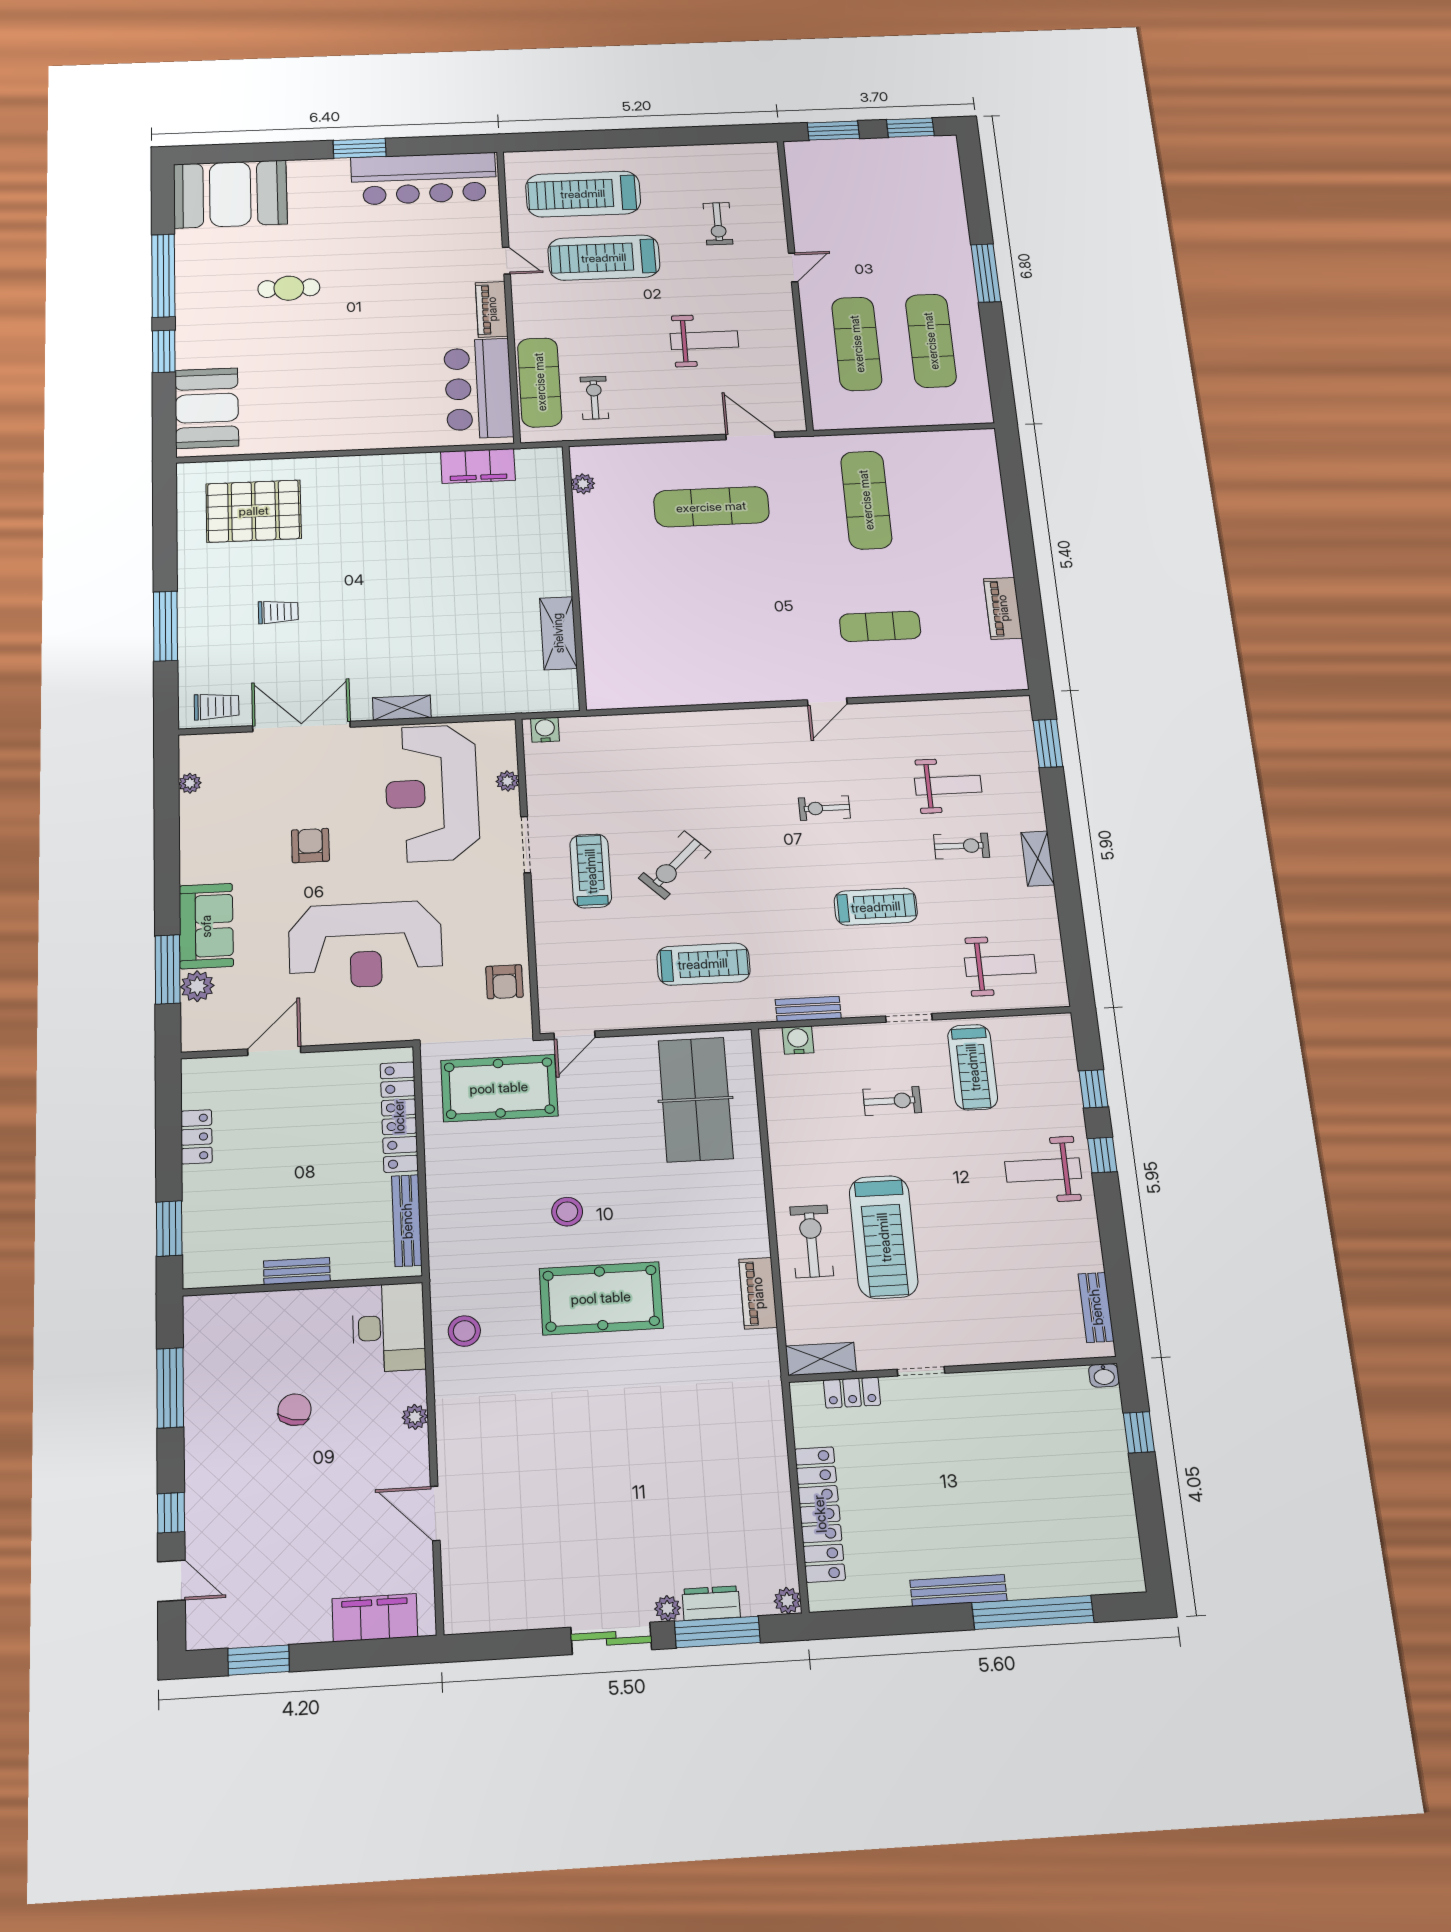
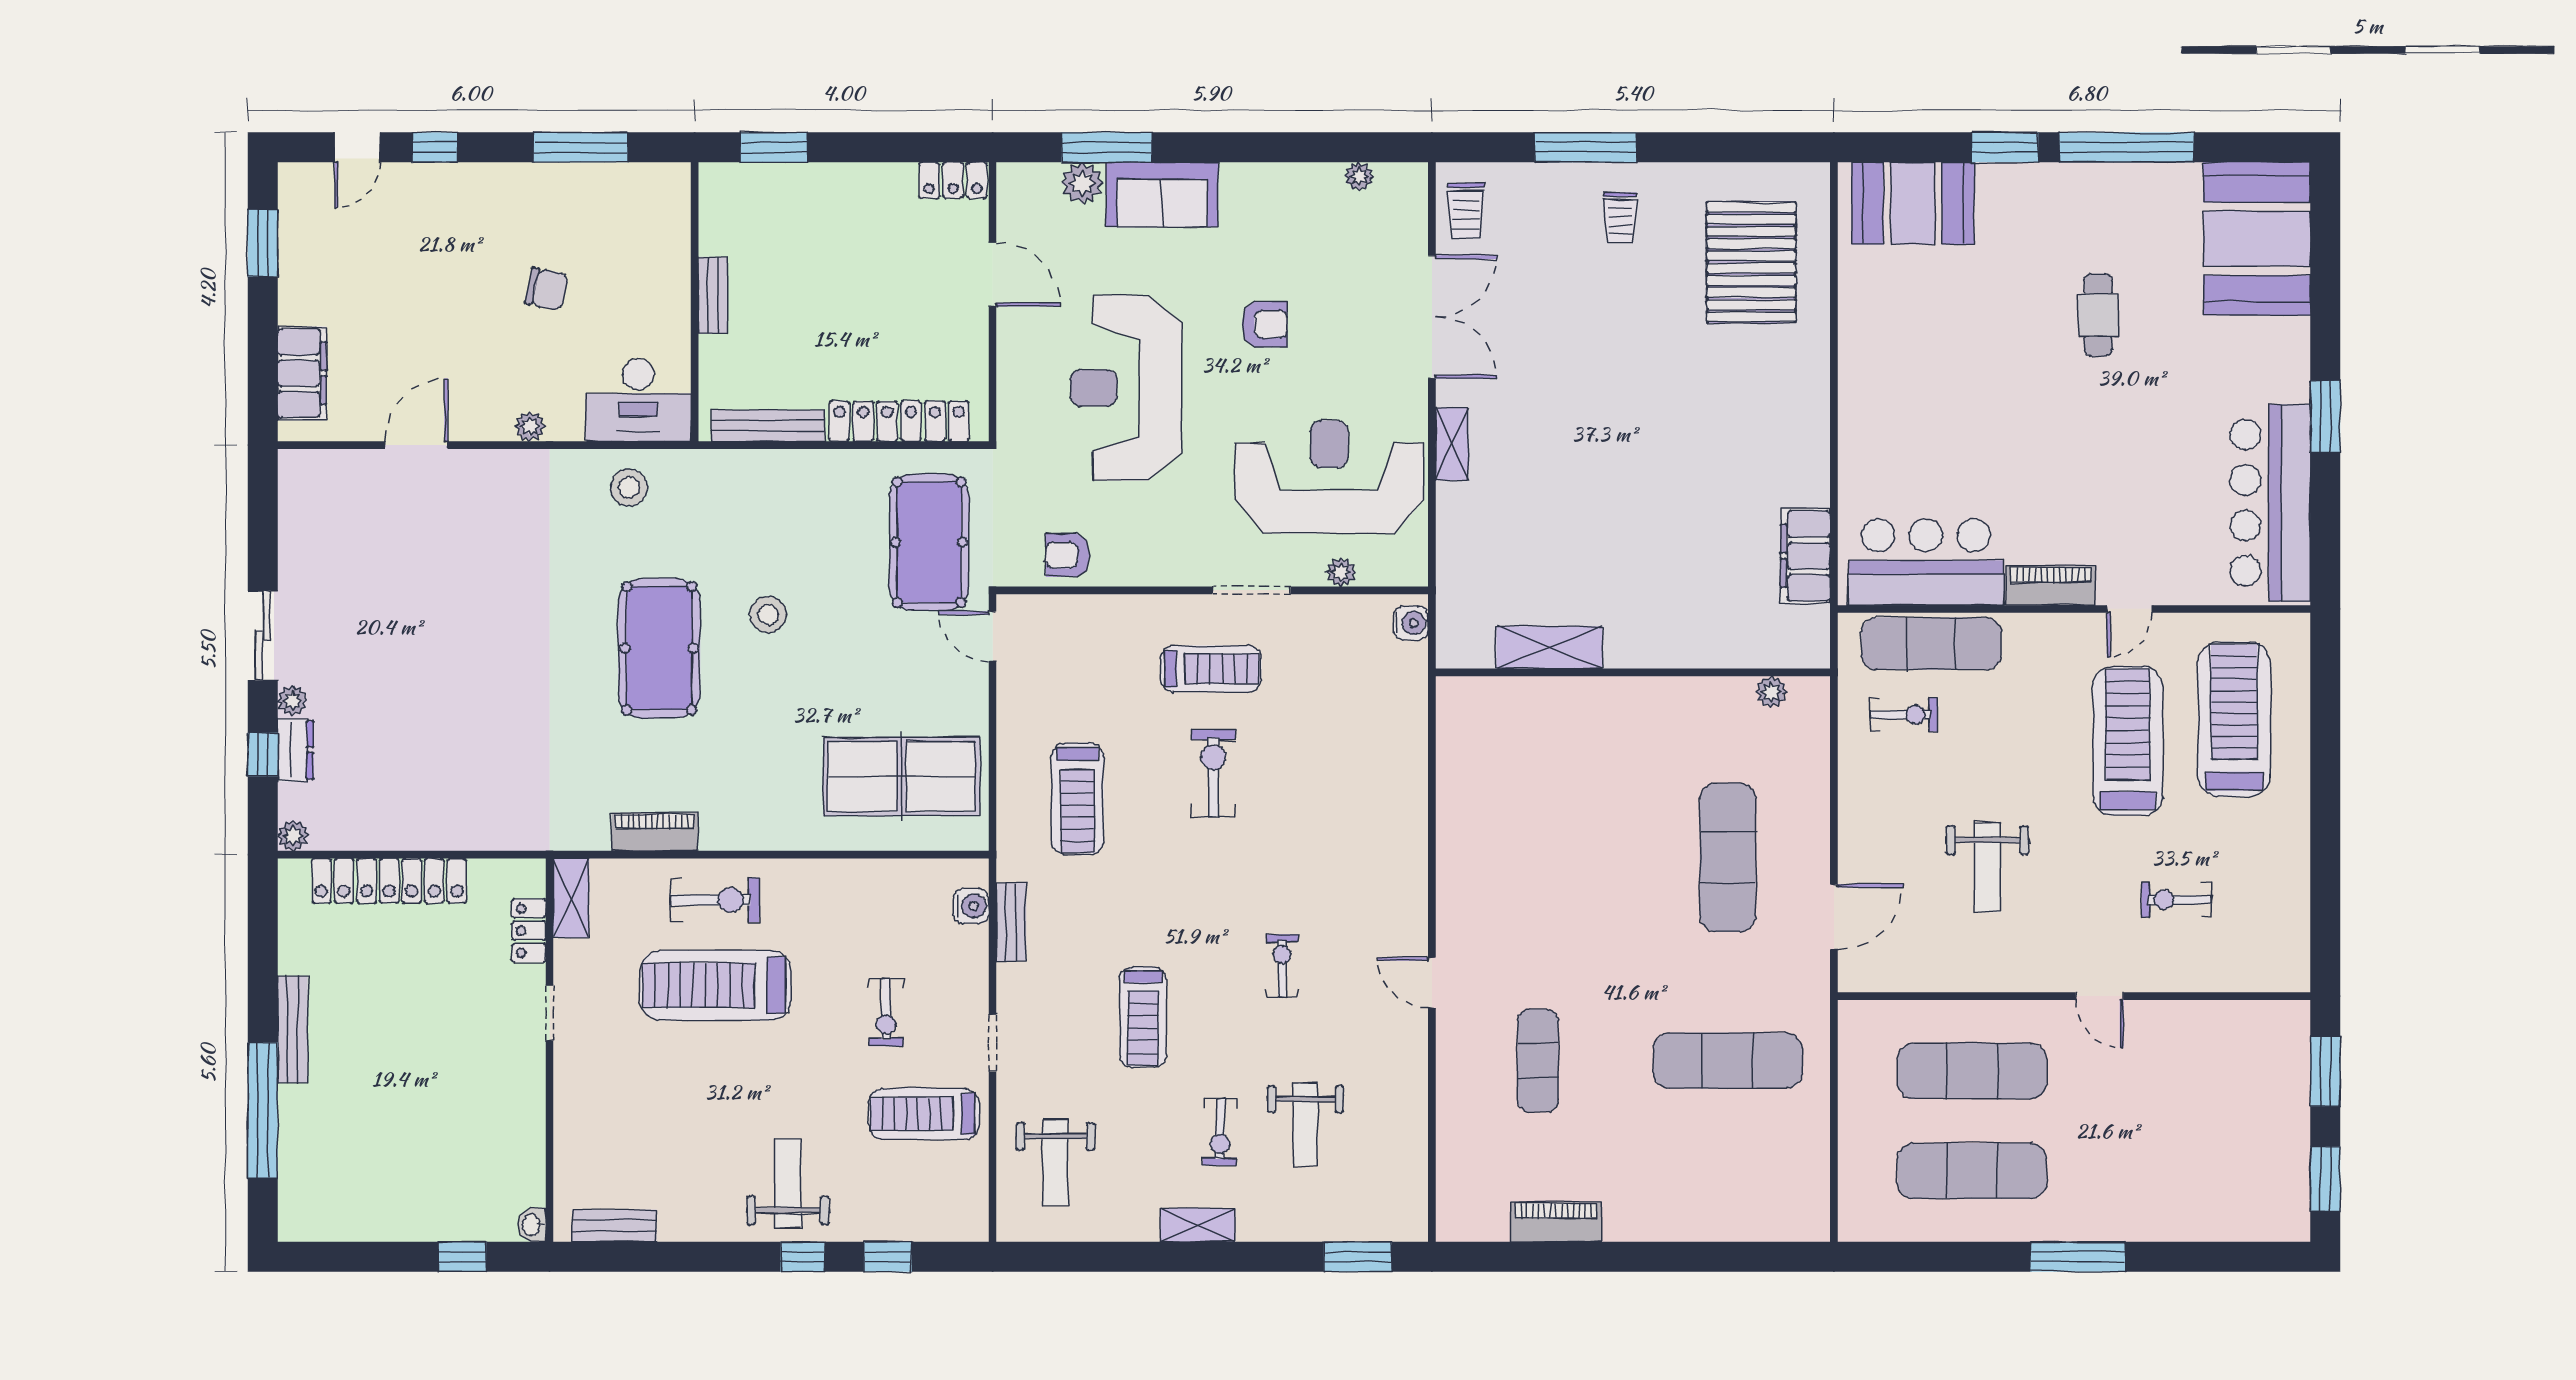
trolley: (278, 612) -> (1620, 217), moved
exercise bike: (675, 865) -> (1213, 773), turned 45
locker: (196, 1137) -> (953, 180), moved
window: (717, 1632) -> (263, 754), width x0.46

